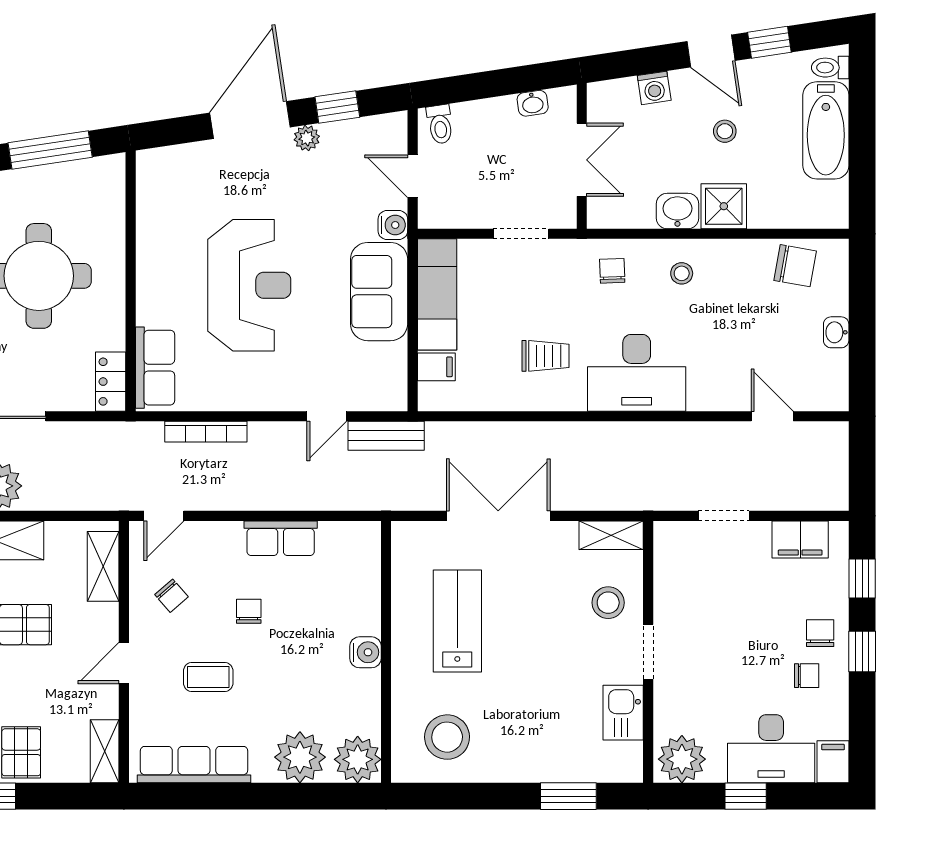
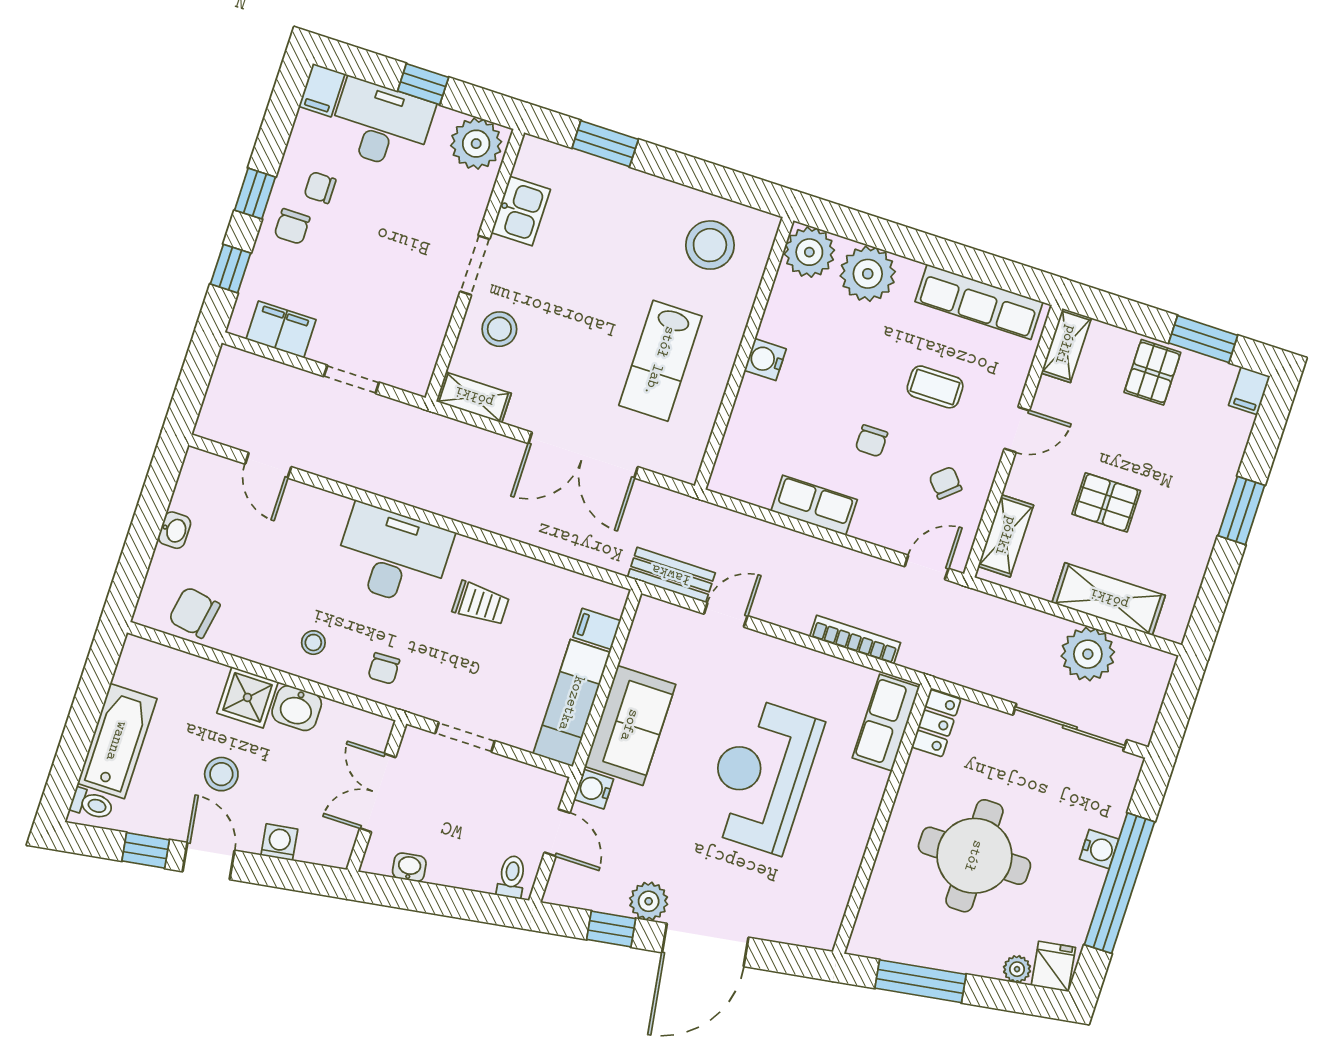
stool: (725, 131) -> (221, 774), width x1.37, depth x1.37
plant: (307, 138) -> (649, 901), width x1.38, depth x1.38
trolley: (546, 356) -> (481, 603), turned 180

